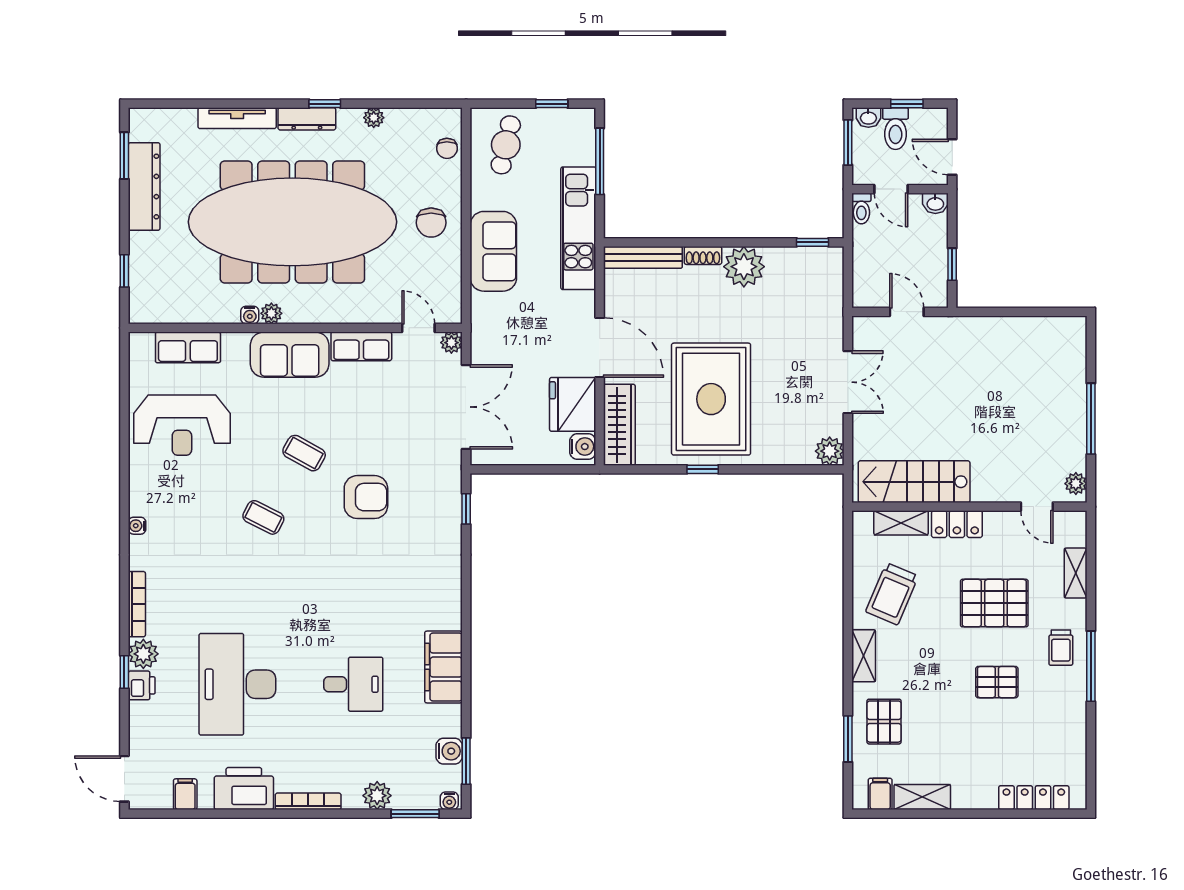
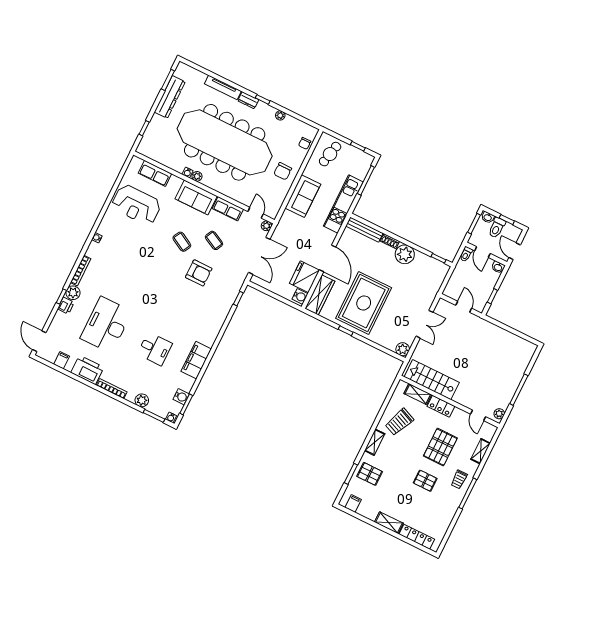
dresser: (307, 119) -> (248, 100), width x0.70
coffee table: (263, 517) -> (214, 240), moved
pallet: (994, 603) -> (440, 447), turned 90
pallet: (884, 722) -> (370, 474), turned 90
shelving: (922, 797) -> (389, 523), moved

